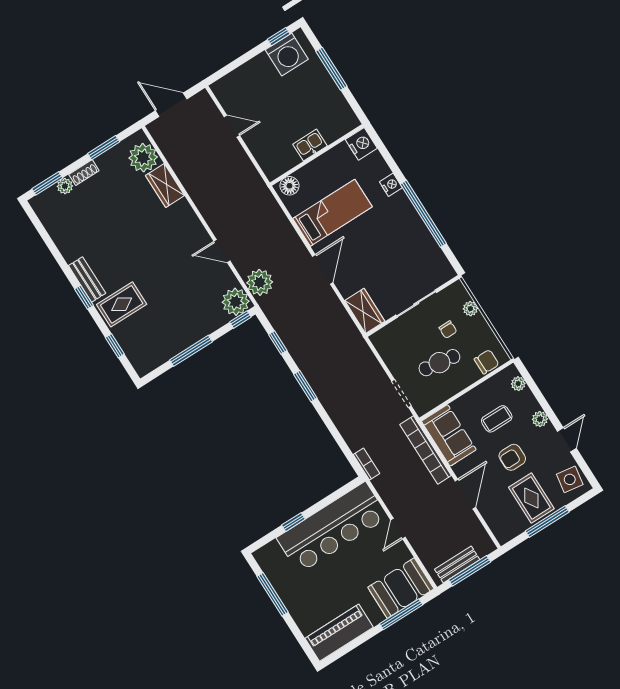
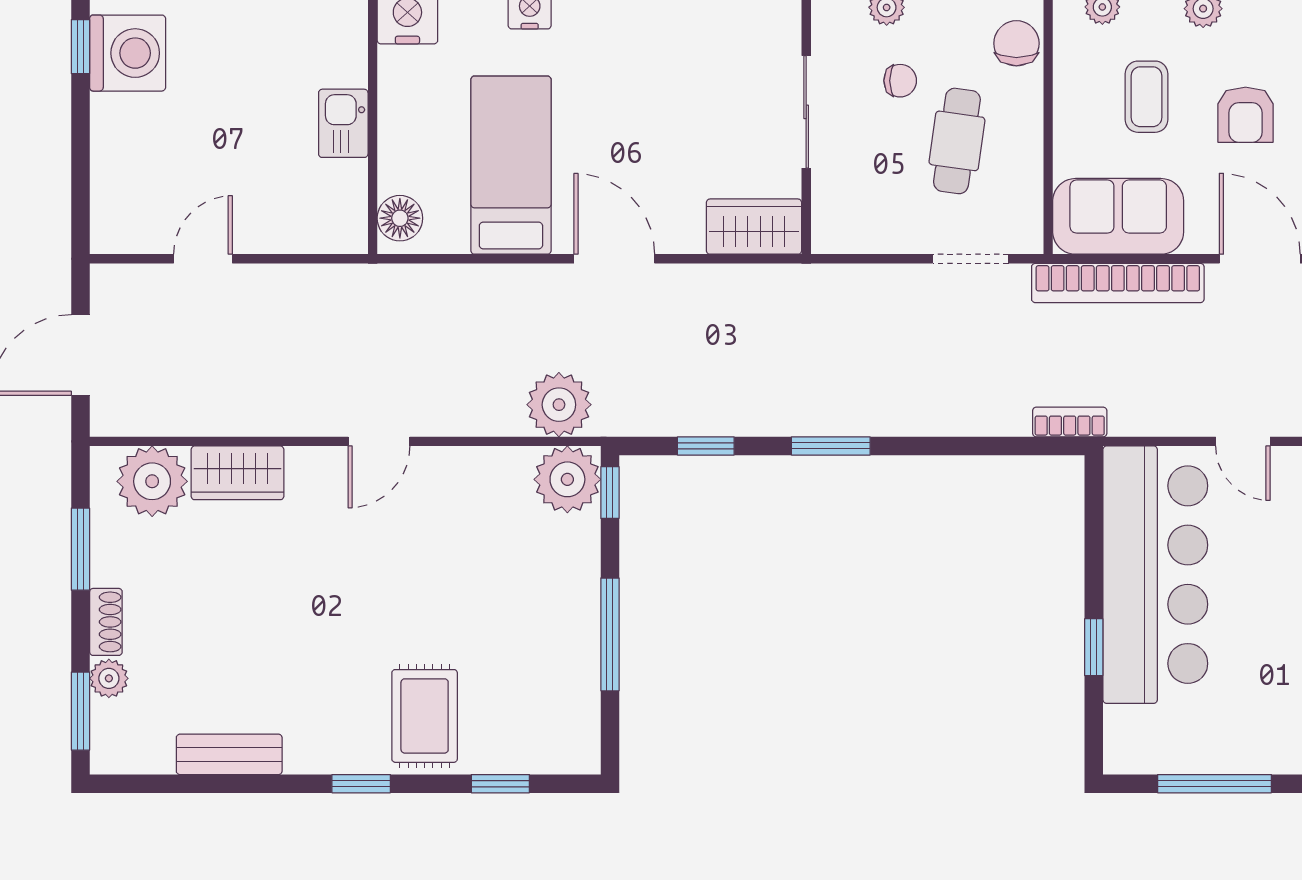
door: (222, 251) -> (379, 441), moved
bench: (87, 279) -> (229, 754), moved

